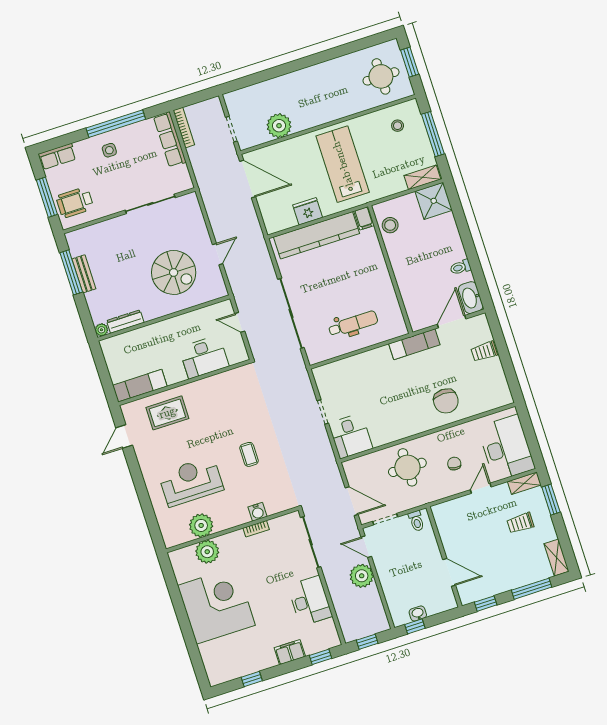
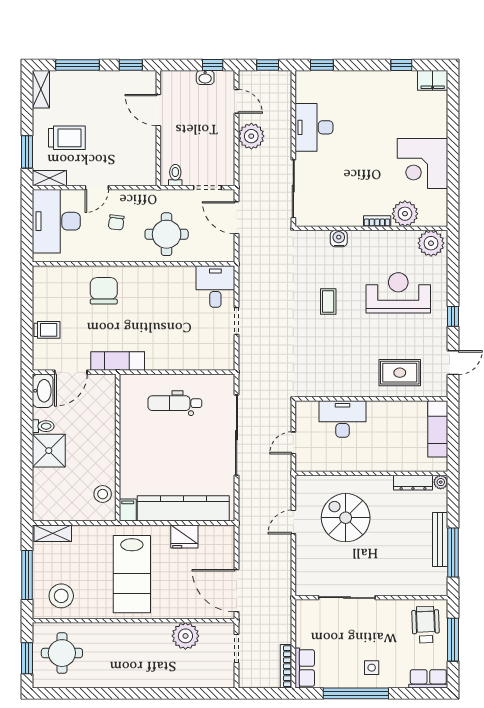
stool: (398, 126) -> (61, 596), width x1.89, depth x1.89
row of seats: (170, 139) -> (305, 668), width x0.68
shower: (434, 201) -> (49, 451), moved
wheelchair: (75, 202) -> (426, 625), turned -92
bench: (84, 274) -> (440, 540), width x1.36
door: (240, 322) -> (293, 443), swing flipped
exam couch: (140, 386) -> (438, 429), moved, turned 90
window: (137, 476) -> (453, 316), added
reception desk: (191, 481) -> (398, 293), turned 180
trolley: (520, 523) -> (67, 138), width x1.36, depth x1.39
plant: (201, 525) -> (431, 243), moved
bookcase: (256, 529) -> (377, 221), moved
door: (366, 547) -> (237, 101), moved
corner desk: (216, 605) -> (423, 163), width x0.74, depth x0.74
filing cabinet: (290, 652) -> (433, 80), moved

